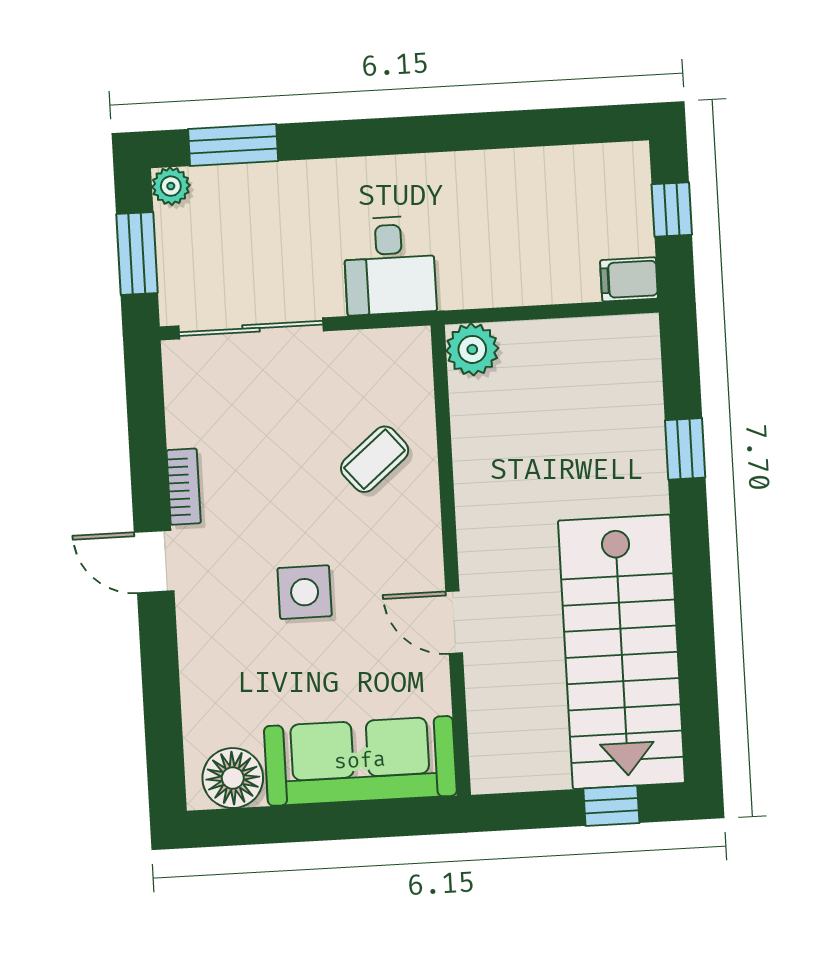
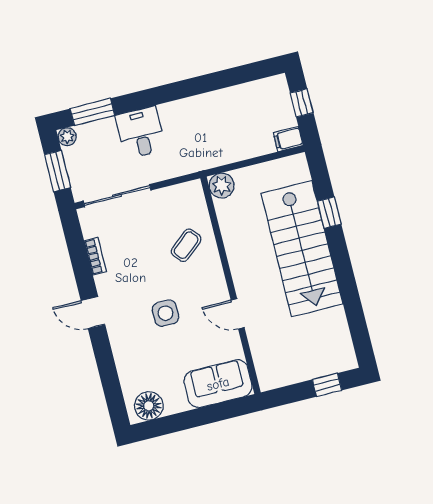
desk: (390, 266) -> (141, 132), moved, turned 180
bookcase: (184, 487) -> (95, 256), moved
stairs: (622, 652) -> (302, 249), moved
sofa: (360, 761) -> (218, 384), width x0.73

